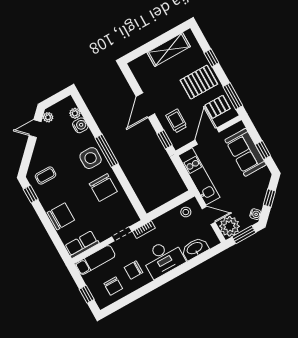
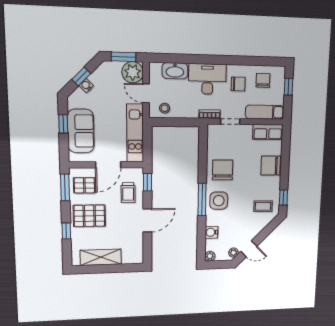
plant: (75, 113) -> (210, 256), moved
water cooler: (255, 214) -> (86, 86), moved

